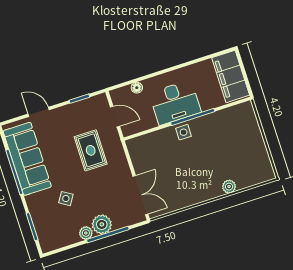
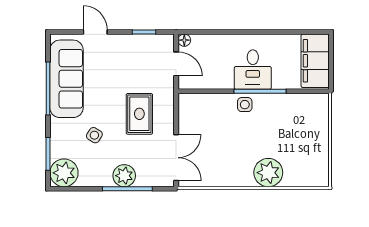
floor lamp: (137, 88) -> (184, 40), moved
desk: (175, 103) -> (253, 70), width x0.73
rug: (91, 150) -> (139, 114), moved
plant: (229, 187) -> (268, 173), width x1.88, depth x1.88
plant: (86, 233) -> (64, 173), moved, width x1.88, depth x1.88

